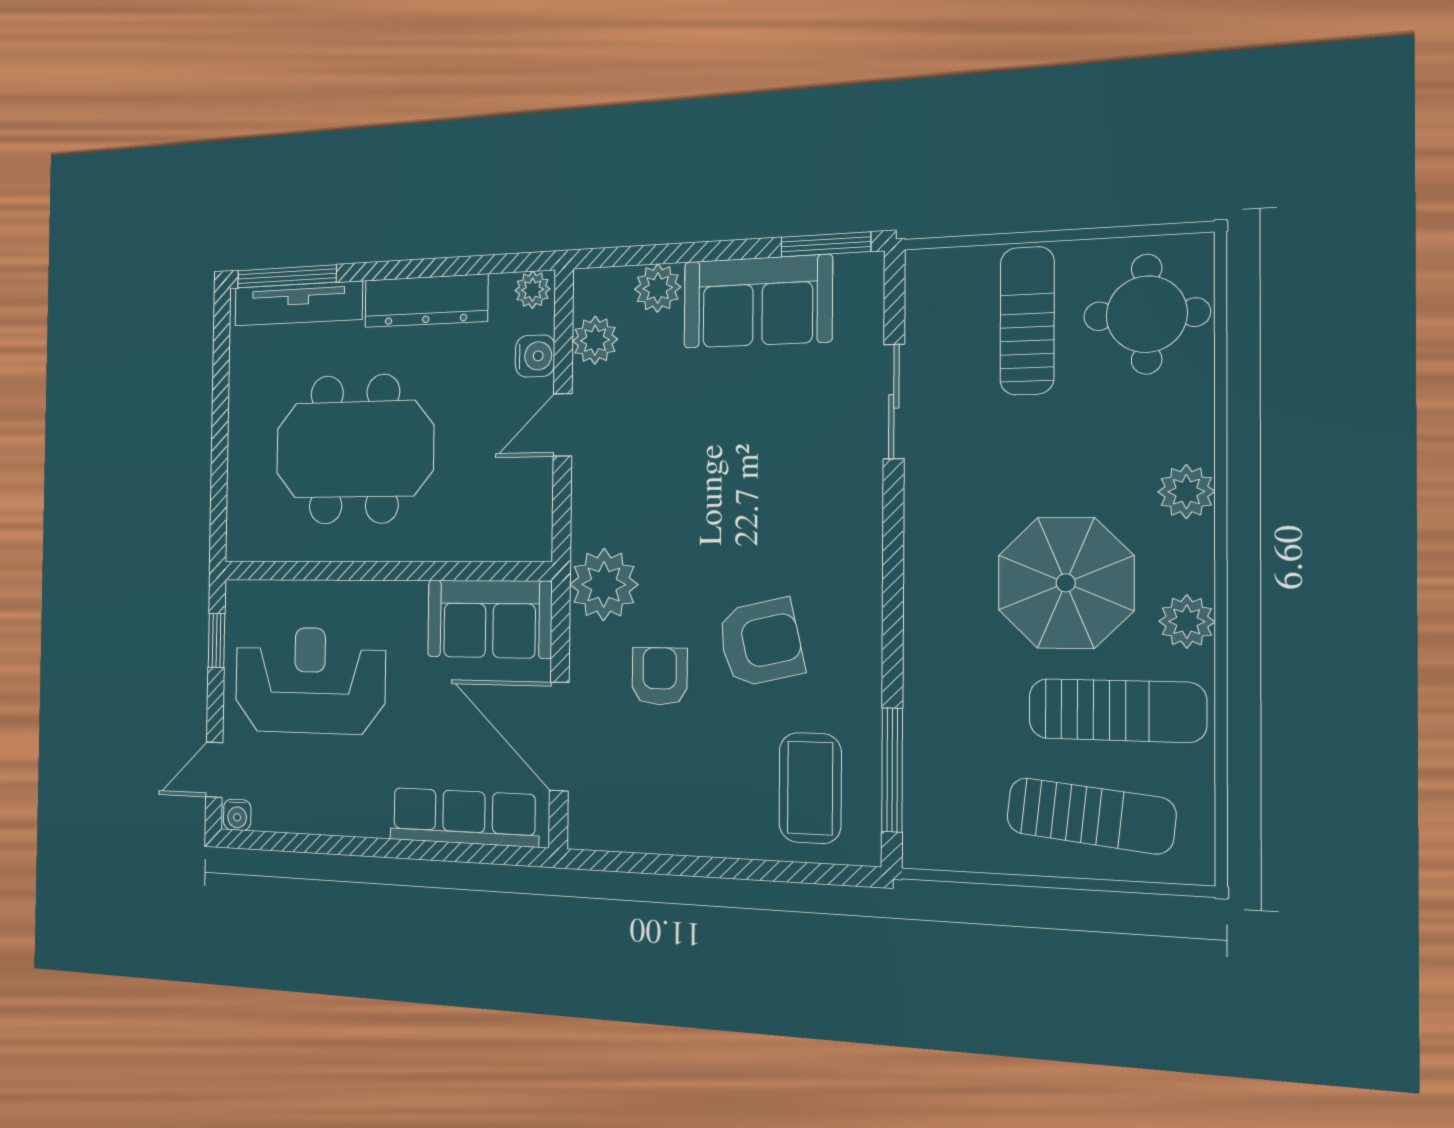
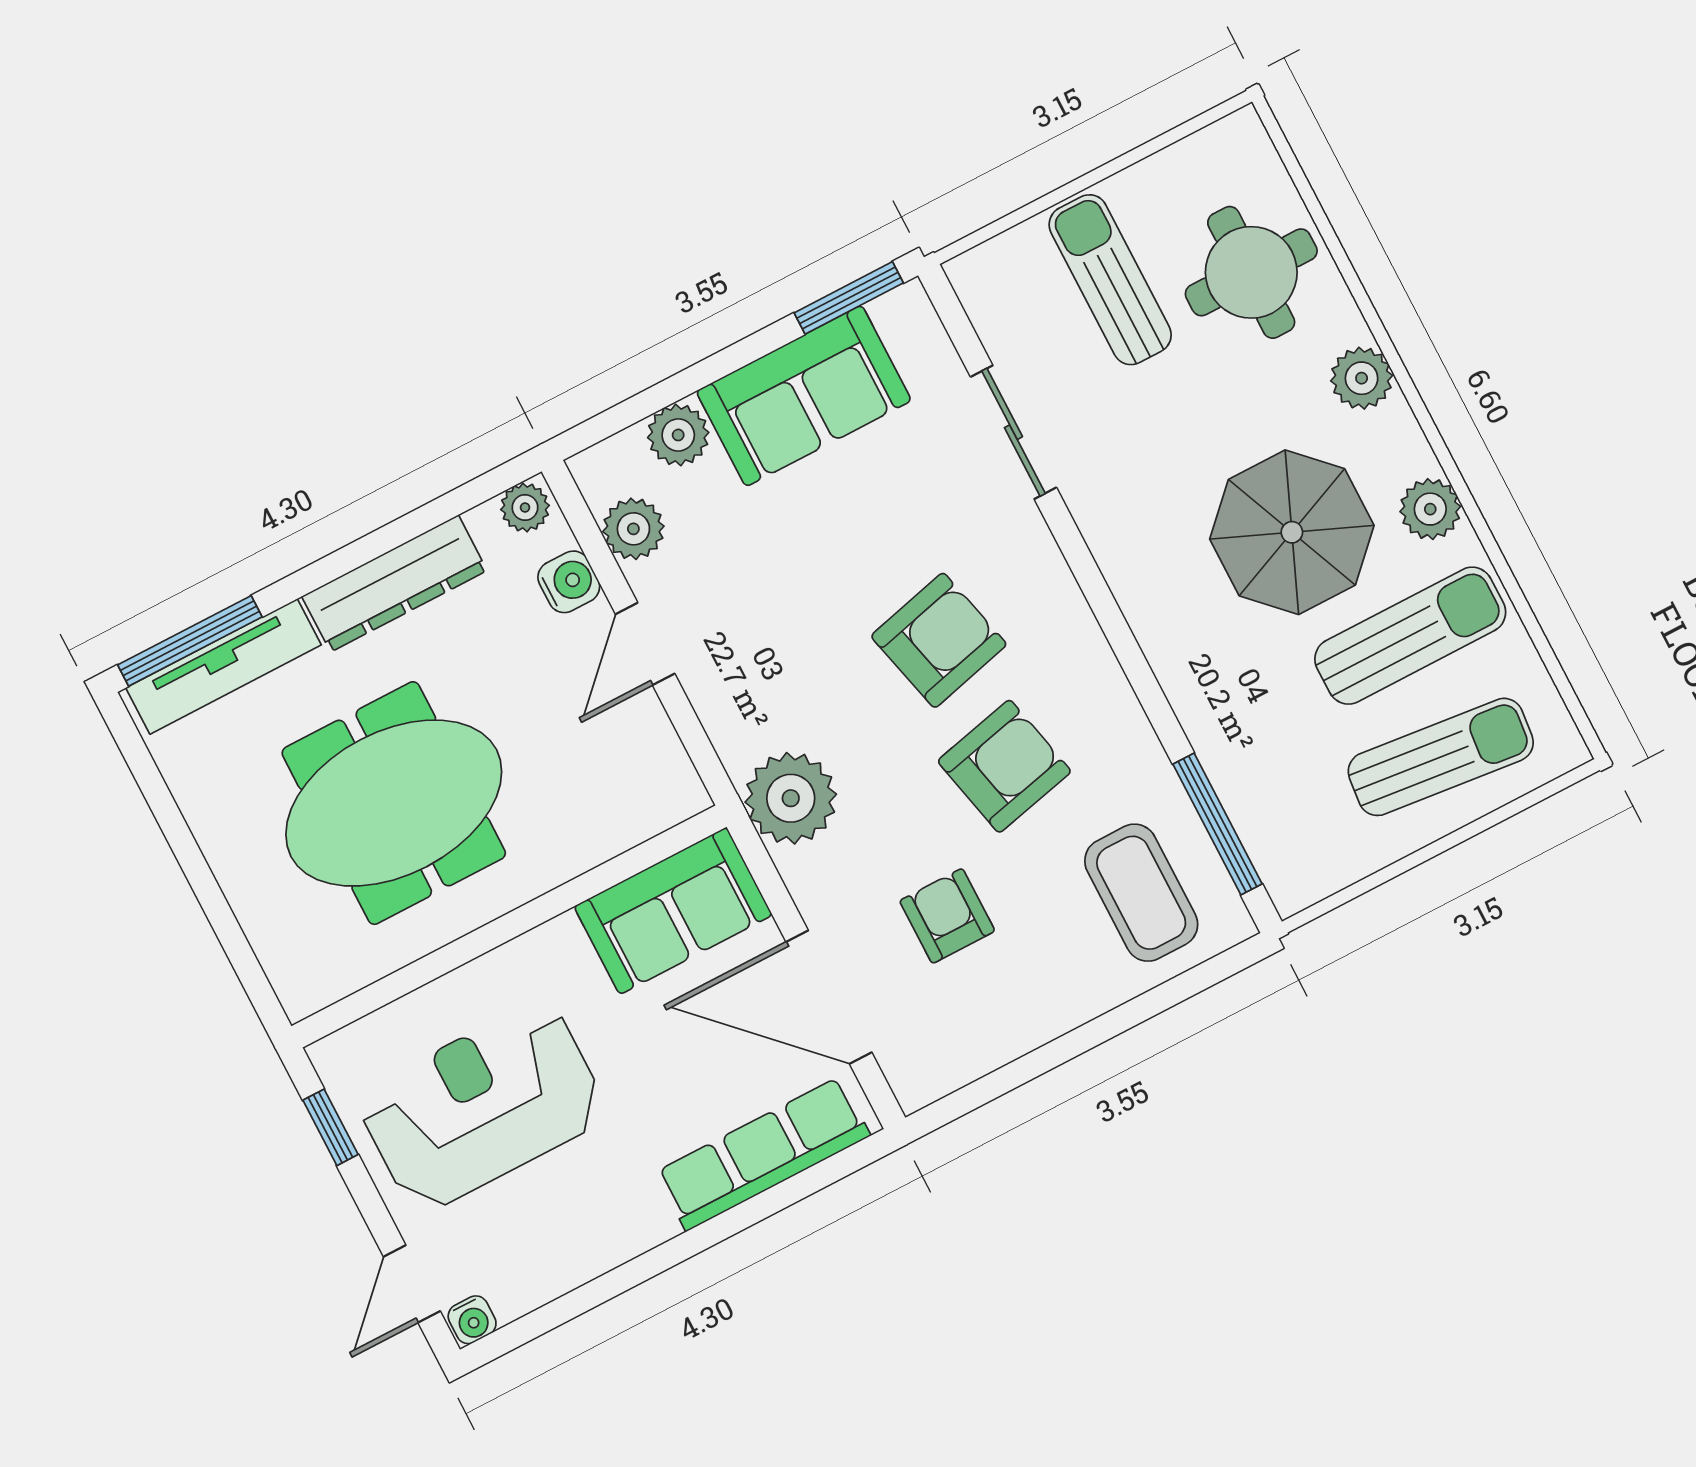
round table: (1147, 314) -> (1251, 272), moved
armchair: (761, 527) -> (939, 640), added
armchair: (660, 676) -> (947, 916), moved

